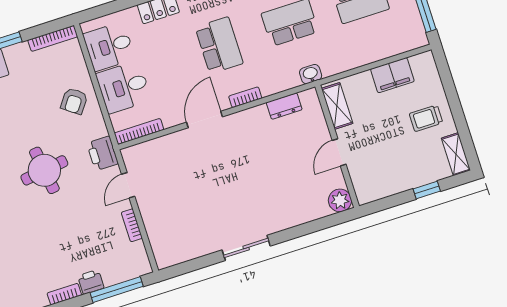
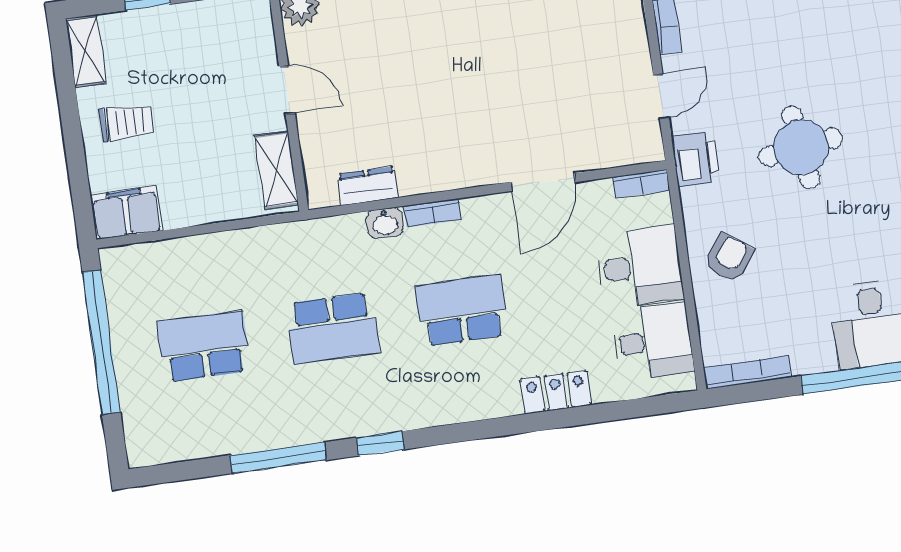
school desk: (219, 45) -> (462, 310), turned 90
washbasin: (311, 74) -> (385, 223), moved
filing cabinet: (392, 75) -> (126, 213), moved
door: (204, 119) -> (543, 182), moved
bookcase: (139, 131) -> (641, 184), width x0.64
door: (339, 152) -> (287, 89), hinge flipped

